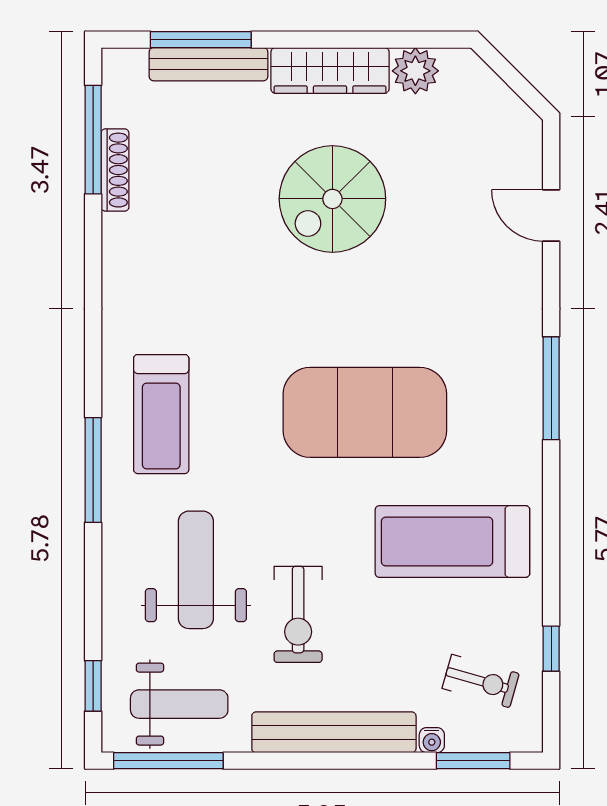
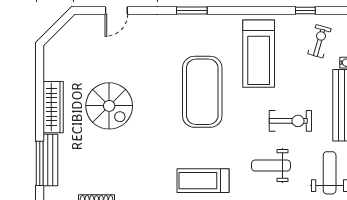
plant: (415, 71) -> (53, 70), removed
window: (551, 388) -> (192, 11), width x0.69
treadmill: (161, 414) -> (203, 181), turned 180
weight bench: (196, 570) -> (271, 166), width x0.73, depth x0.75

